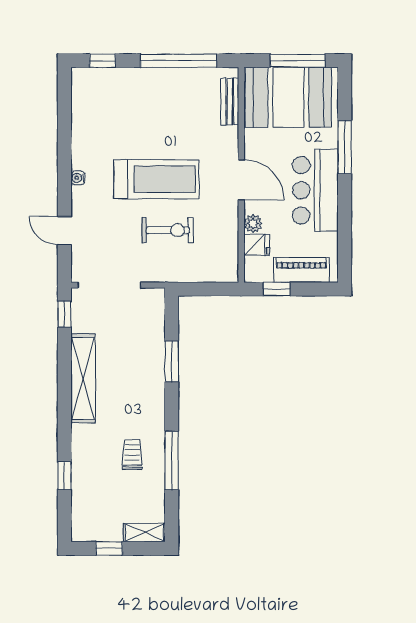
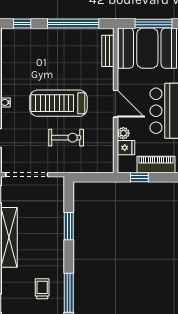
treadmill: (156, 179) -> (58, 103), turned 180

